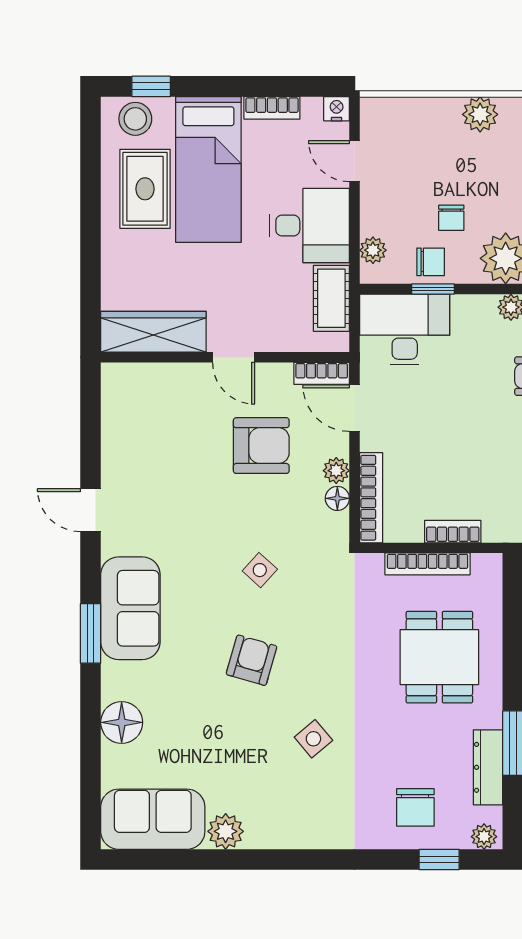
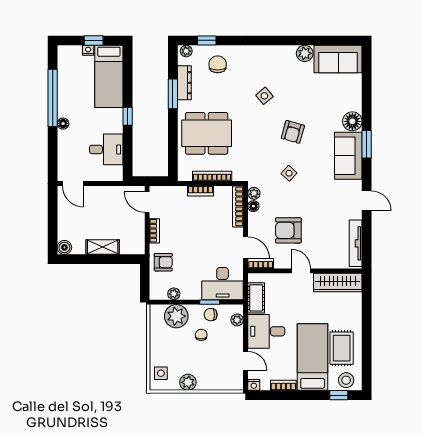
tv unit: (115, 417) -> (356, 243), added
plant: (336, 471) -> (254, 193), moved
dining table: (439, 657) -> (207, 133), width x1.38
floor lamp: (122, 722) -> (352, 121), moved

